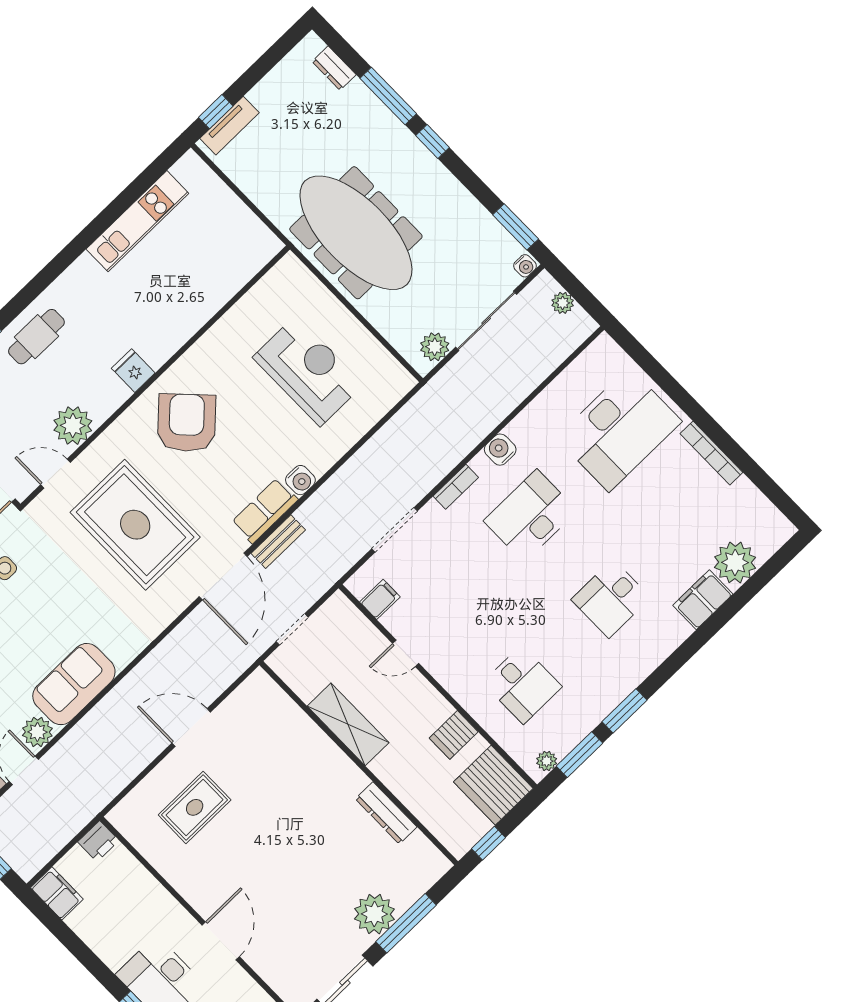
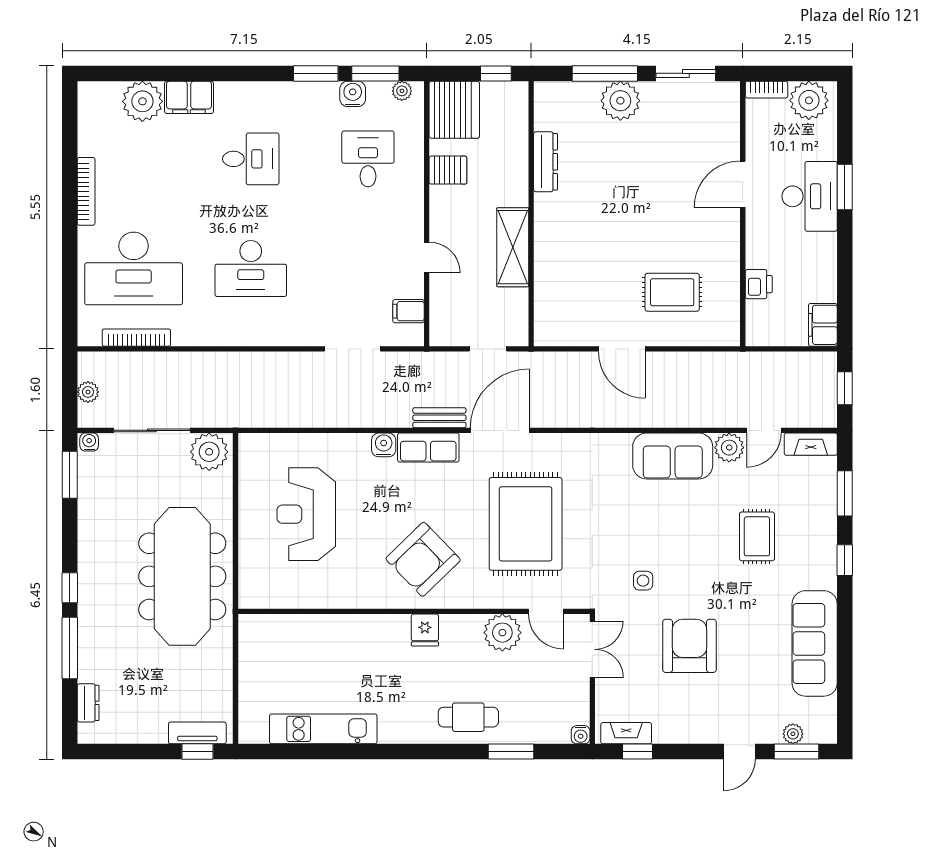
plant: (435, 347) -> (209, 452), width x1.36, depth x1.36
desk: (619, 430) -> (134, 268), turned 180
water cooler: (500, 450) -> (353, 94), moved, turned 180
bookcase: (456, 487) -> (136, 338), moved, width x1.56
printer: (98, 841) -> (759, 284), moved, turned 90

